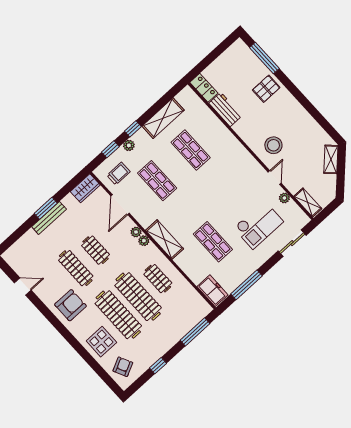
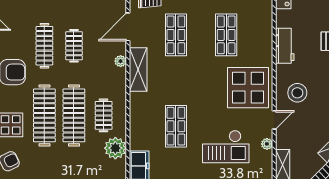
workbench: (225, 109) -> (285, 46), moved
display table: (237, 172) -> (248, 88), added
shelving: (165, 240) -> (138, 69), moved
plant: (144, 241) -> (115, 148), moved, width x1.87, depth x1.87

